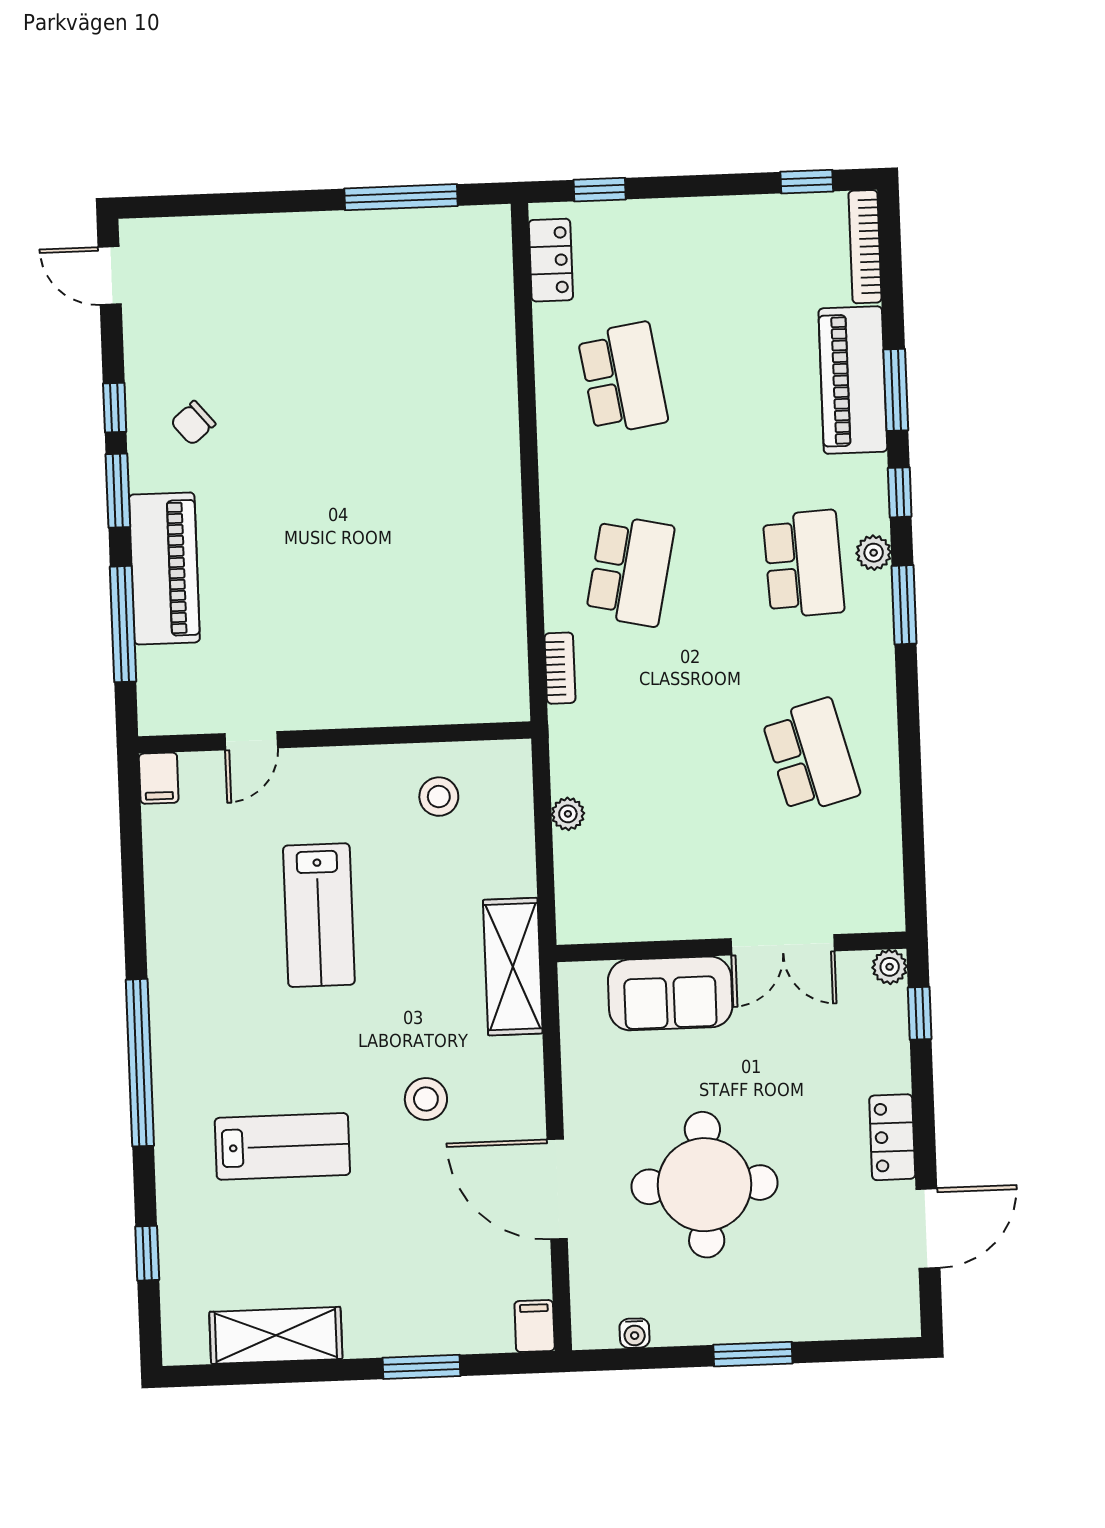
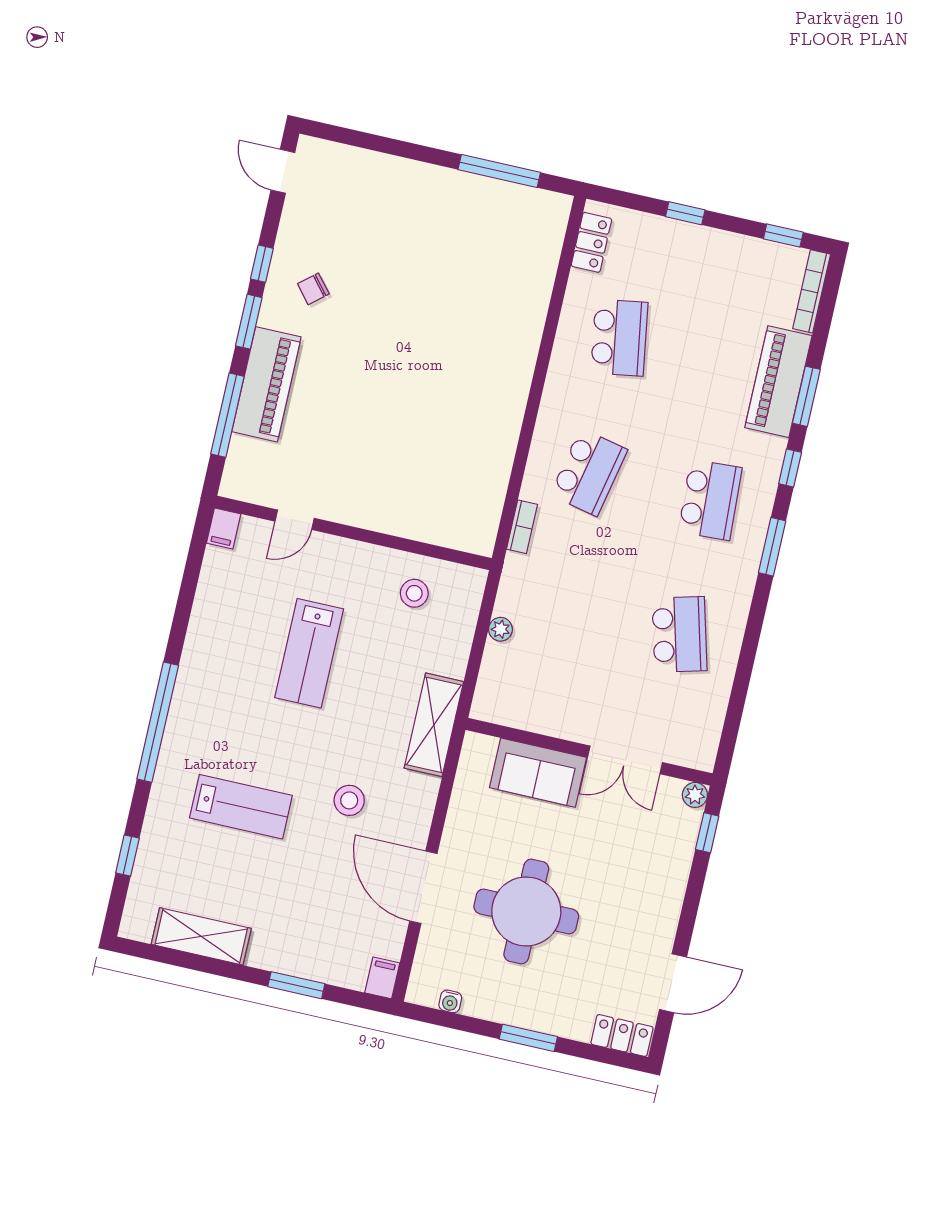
window: (600, 190) -> (685, 213), moved
plant: (874, 553) -> (761, 505), removed
locker: (892, 1137) -> (622, 1035), moved, turned 90

